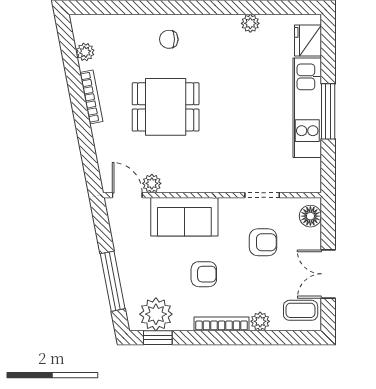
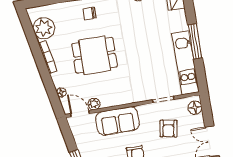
plant: (85, 52) -> (44, 28), width x1.88, depth x1.88
kitchen unit: (307, 108) -> (185, 63), moved
floor lamp: (103, 156) -> (61, 92), added
armchair: (263, 242) -> (169, 129), turned 100

